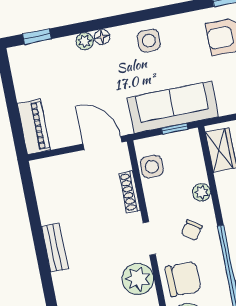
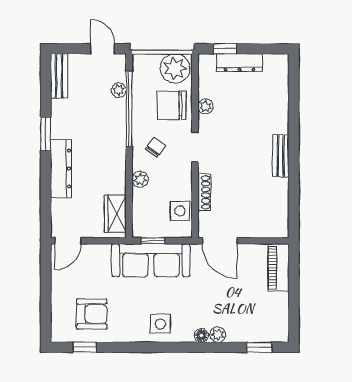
plant: (138, 279) -> (205, 107), width x0.53, depth x0.53

